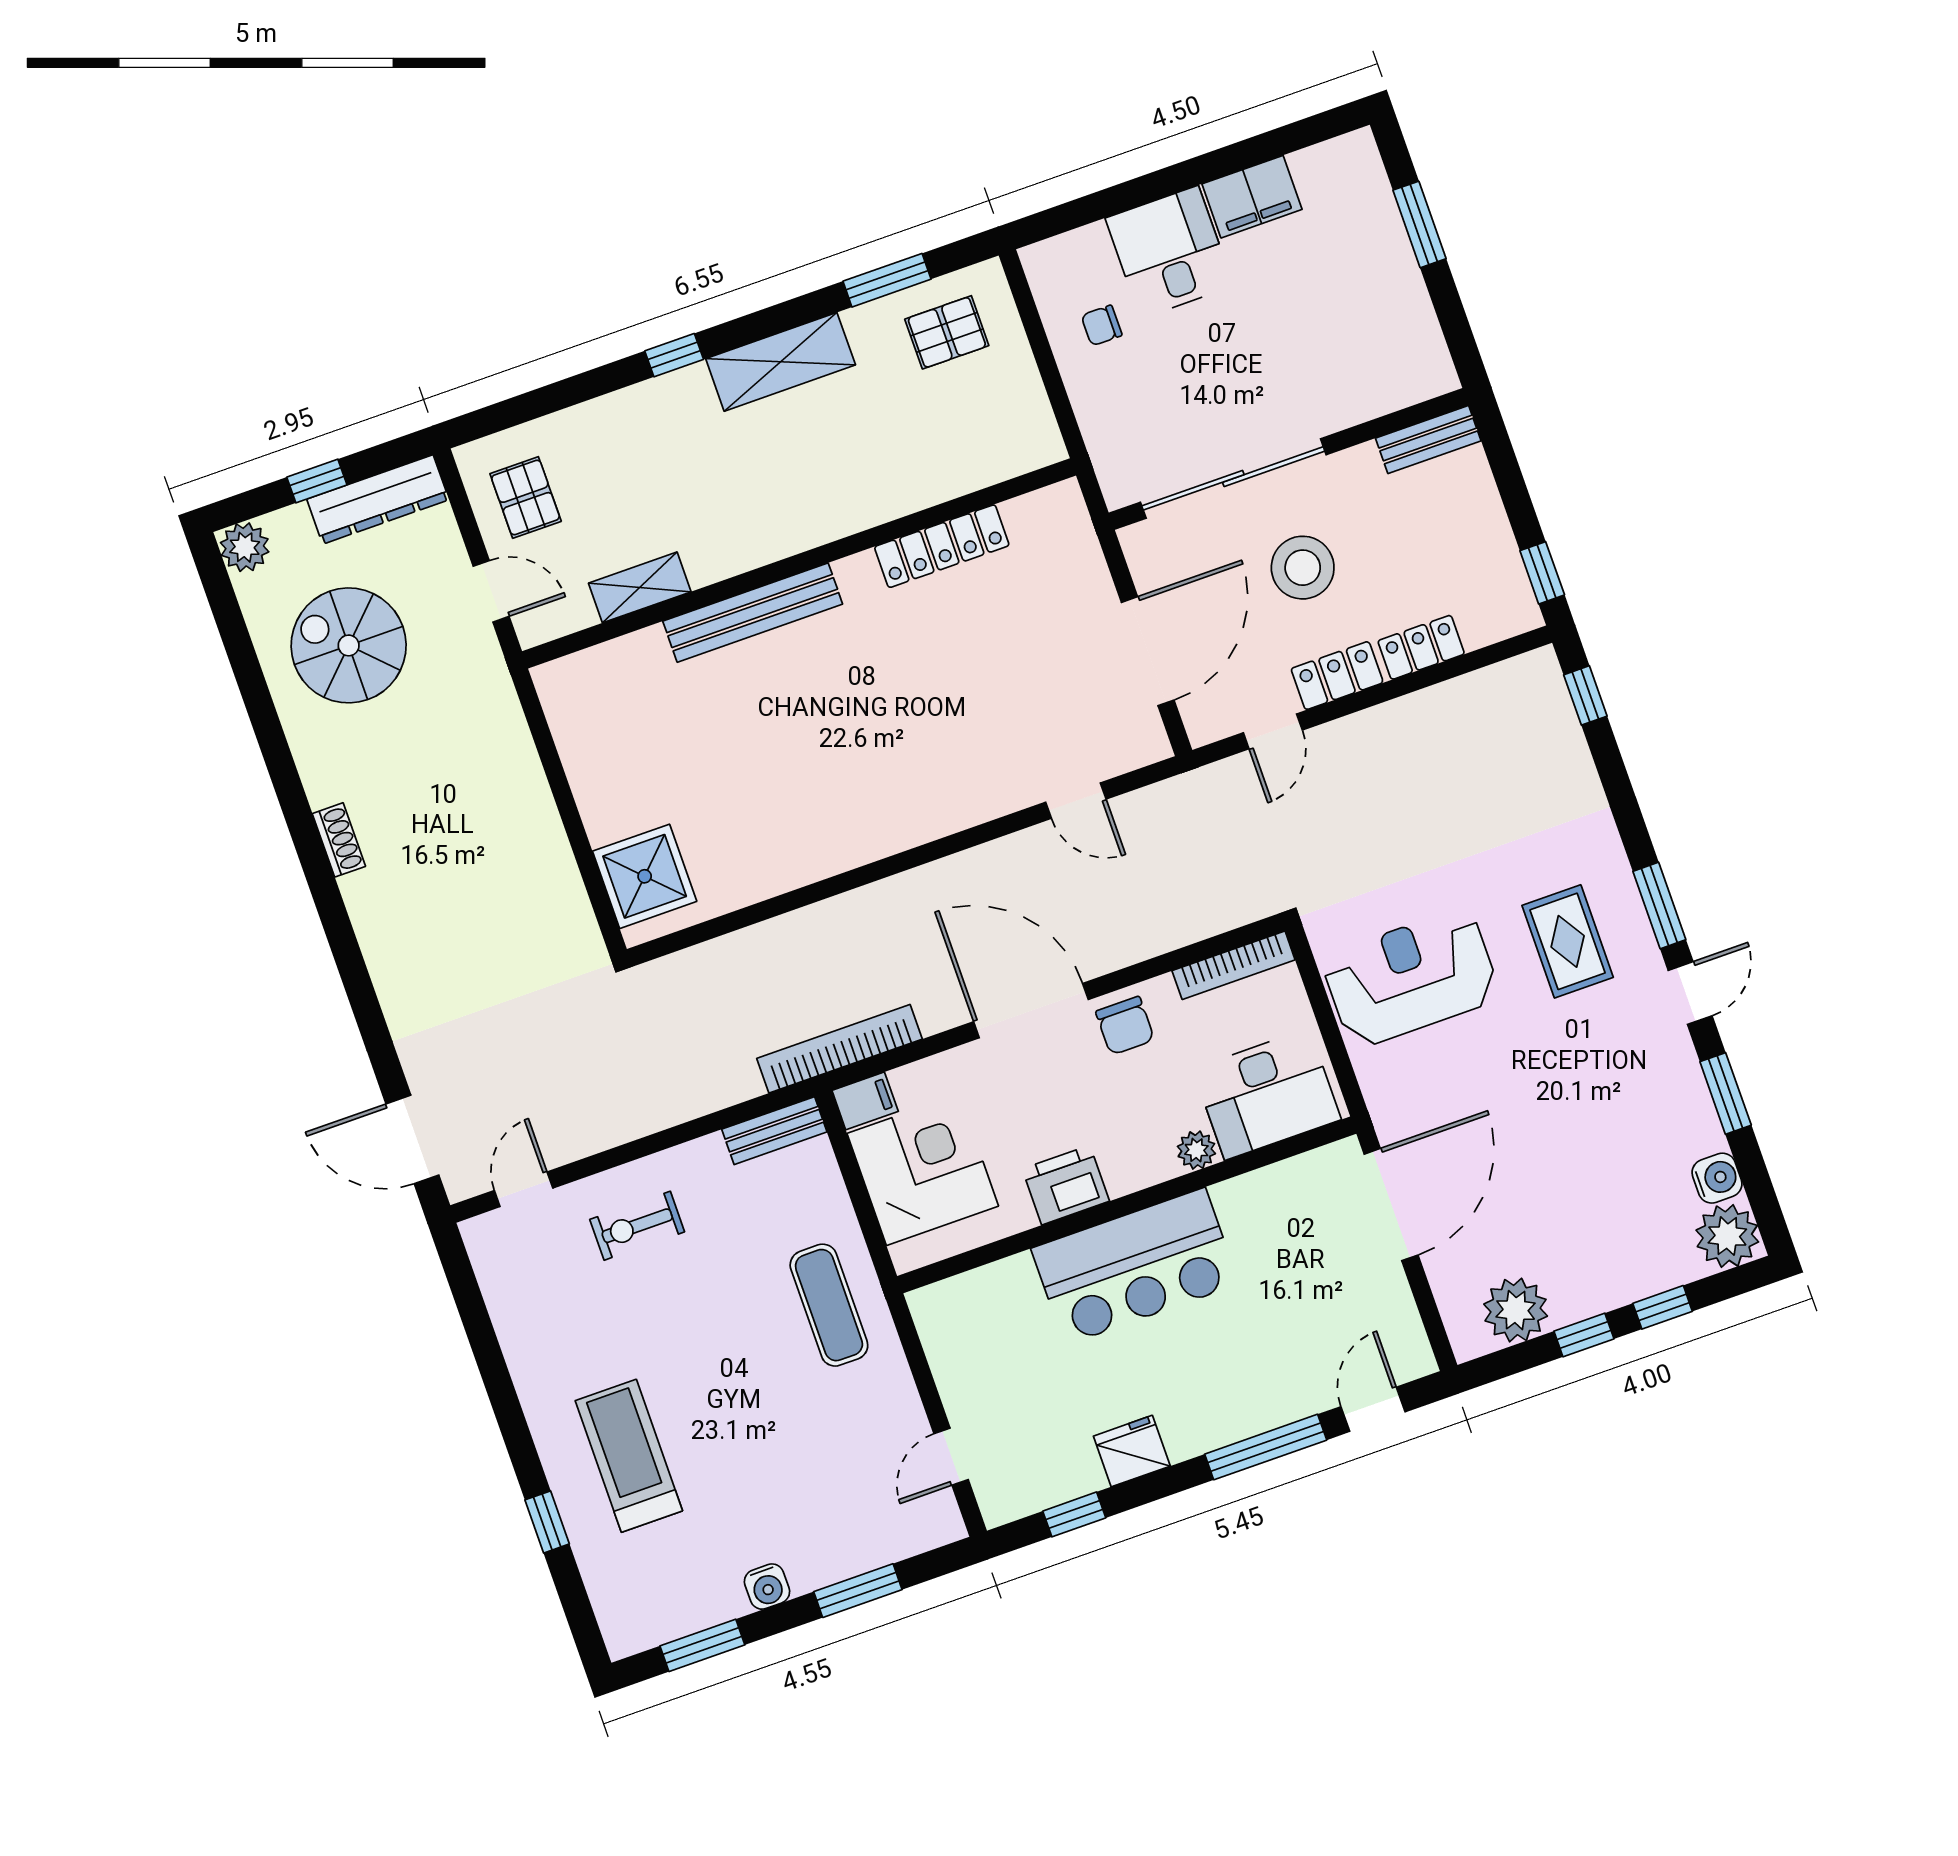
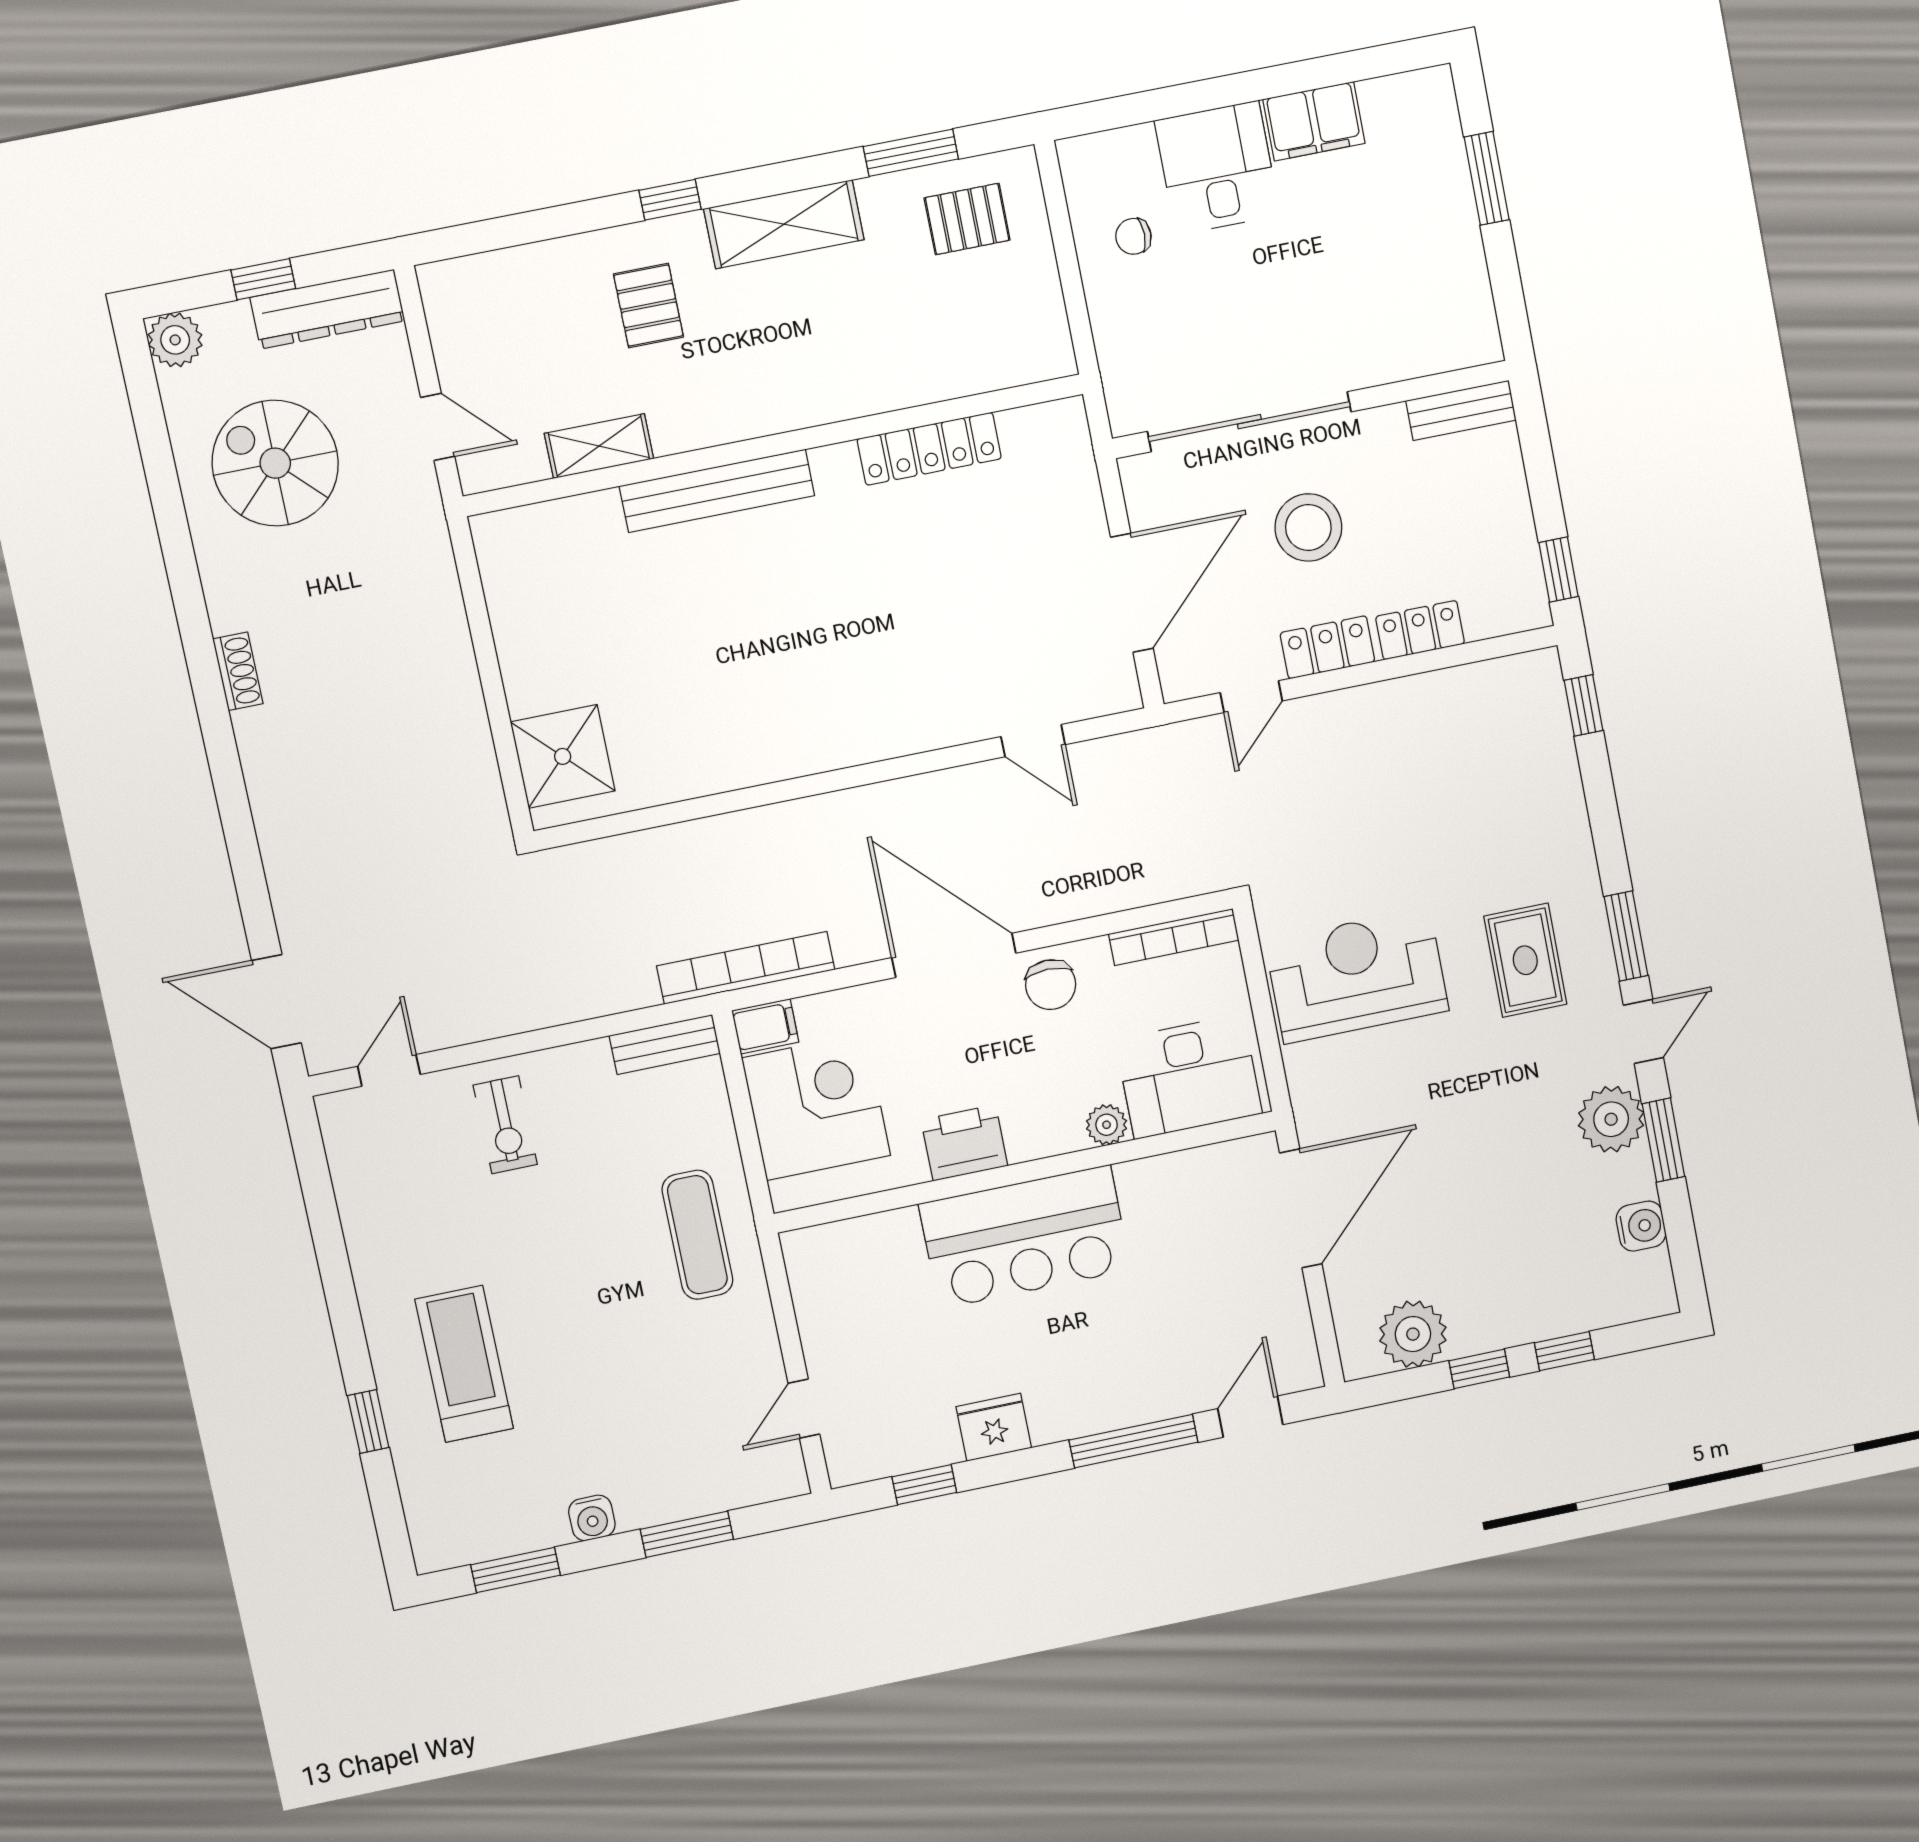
pallet: (526, 497) -> (648, 306), moved
exercise bike: (637, 1226) -> (505, 1125), turned -90
plant: (1727, 1236) -> (1611, 1119), moved

